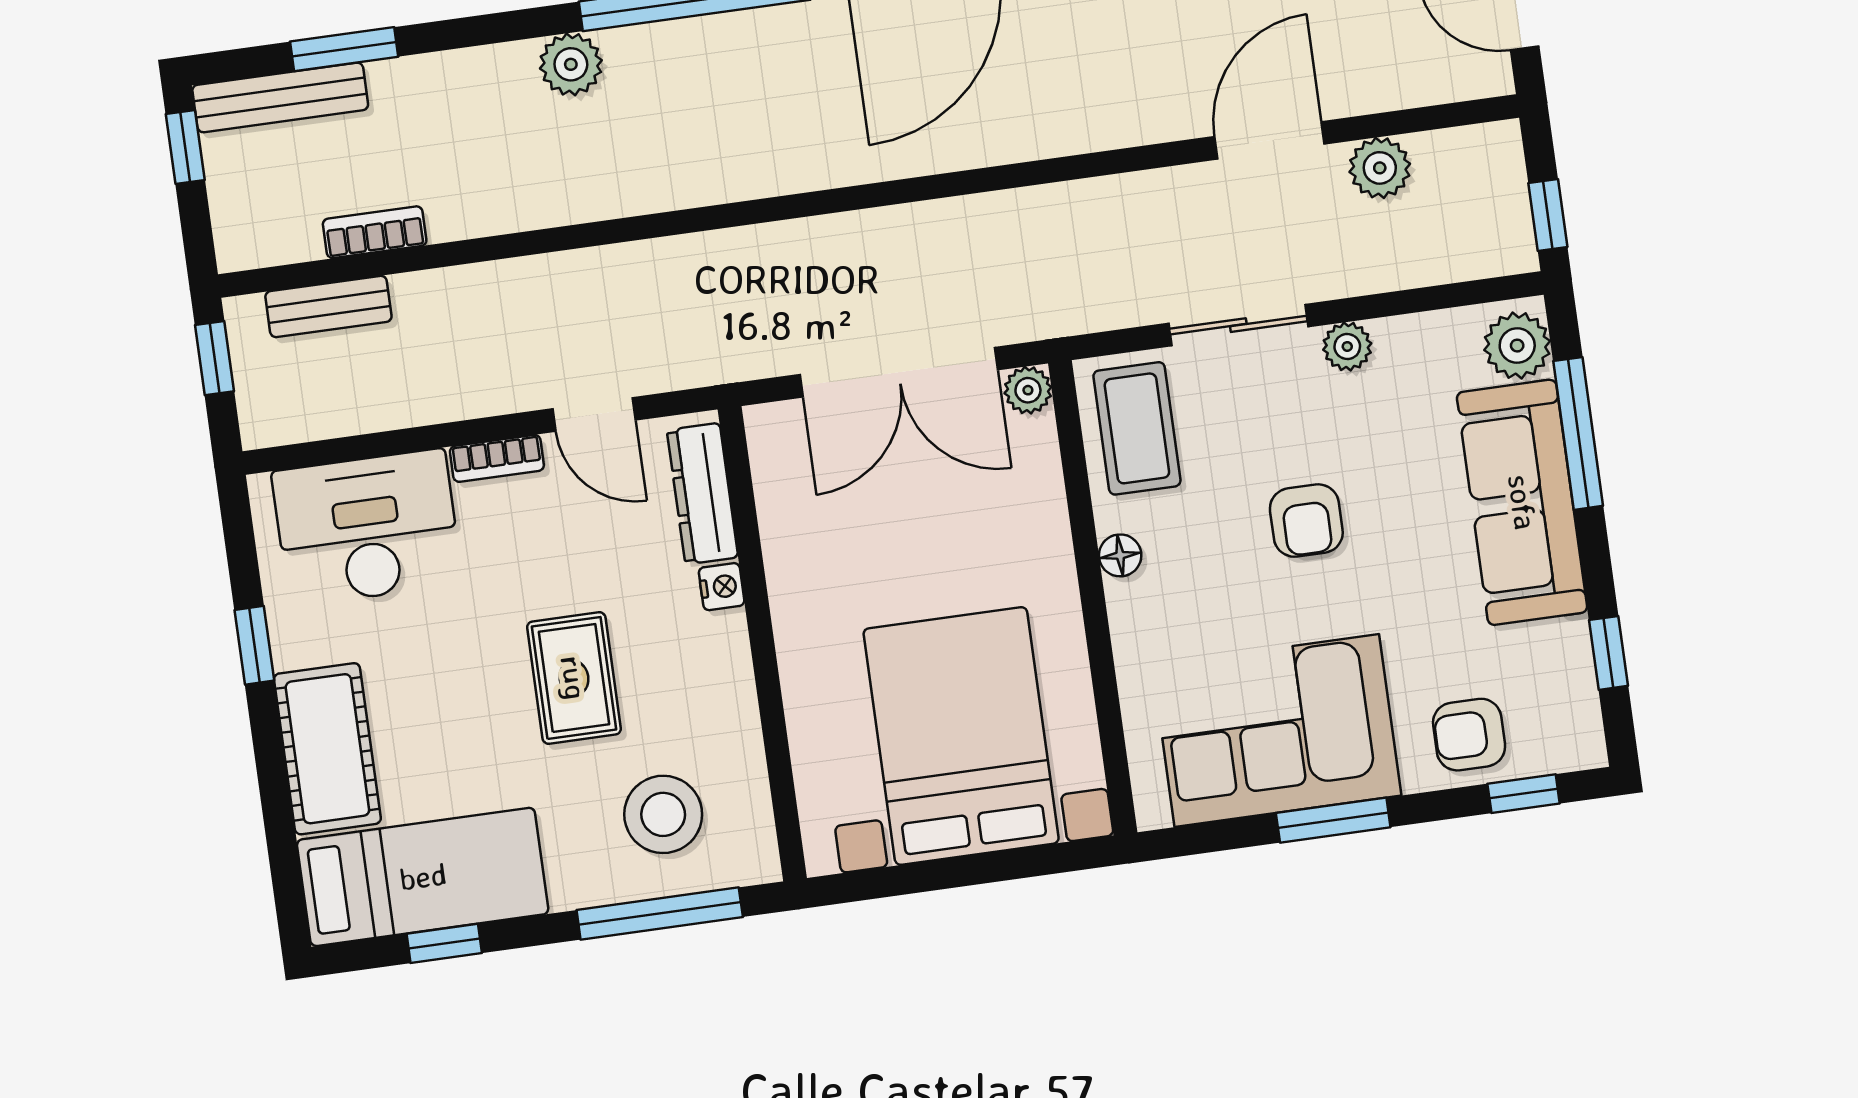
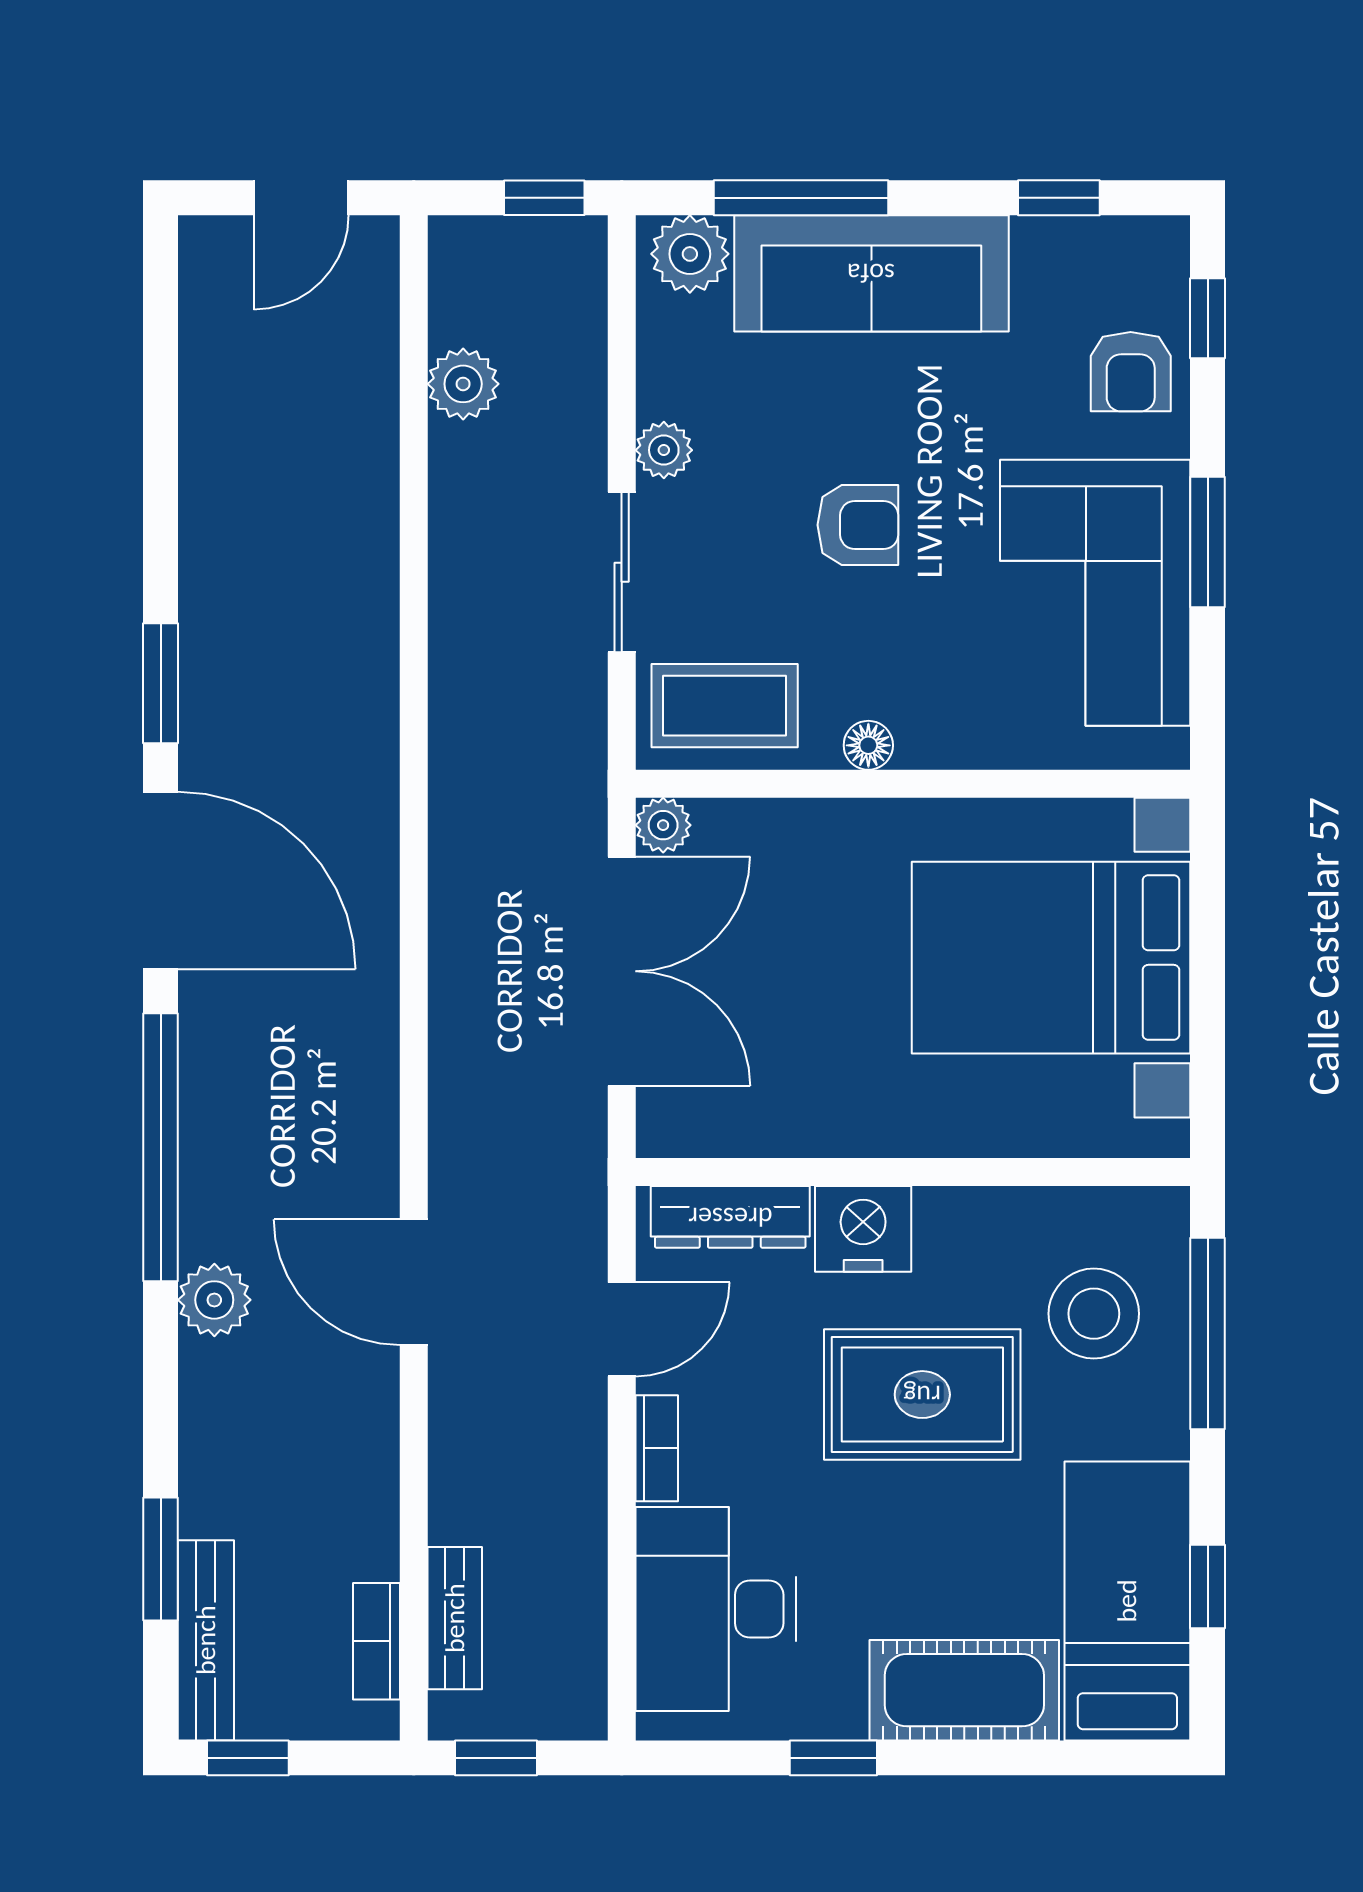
door: (1269, 140) -> (414, 1282), moved
bookcase: (375, 232) -> (376, 1641), moved
nightstand: (722, 587) -> (863, 1229), width x1.89, depth x1.79
rug: (574, 678) -> (922, 1395), width x1.36, depth x1.43

